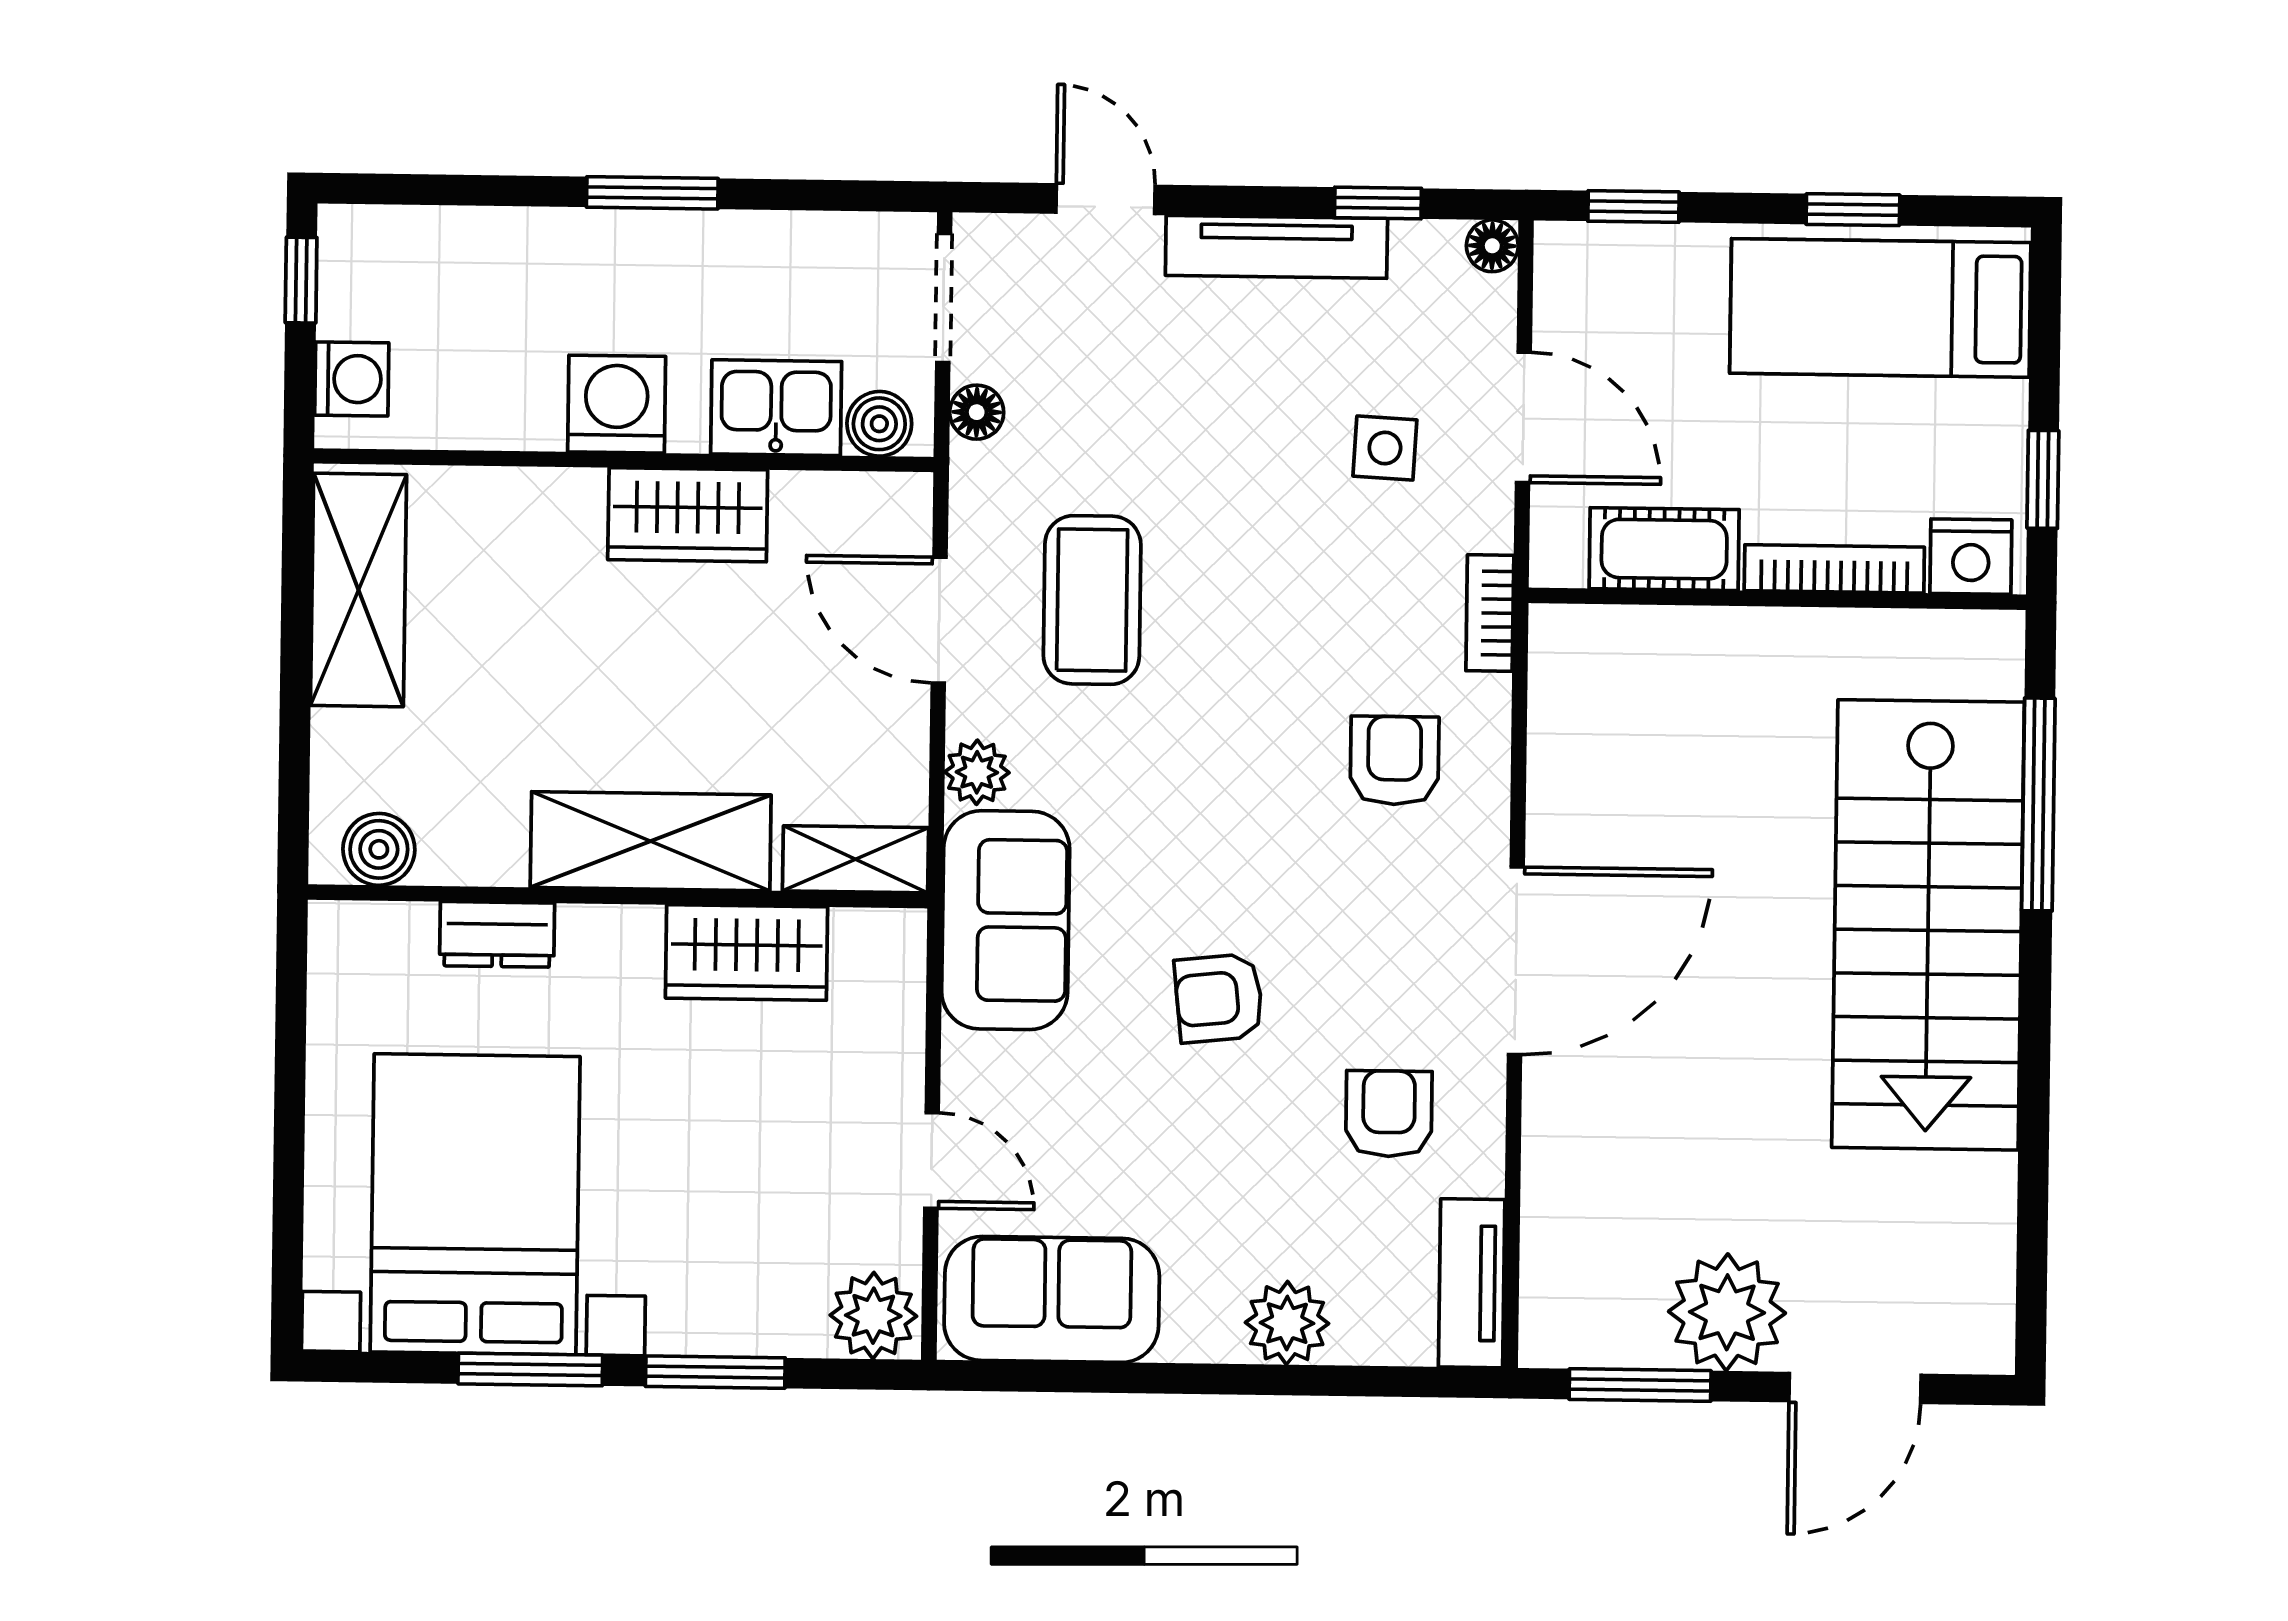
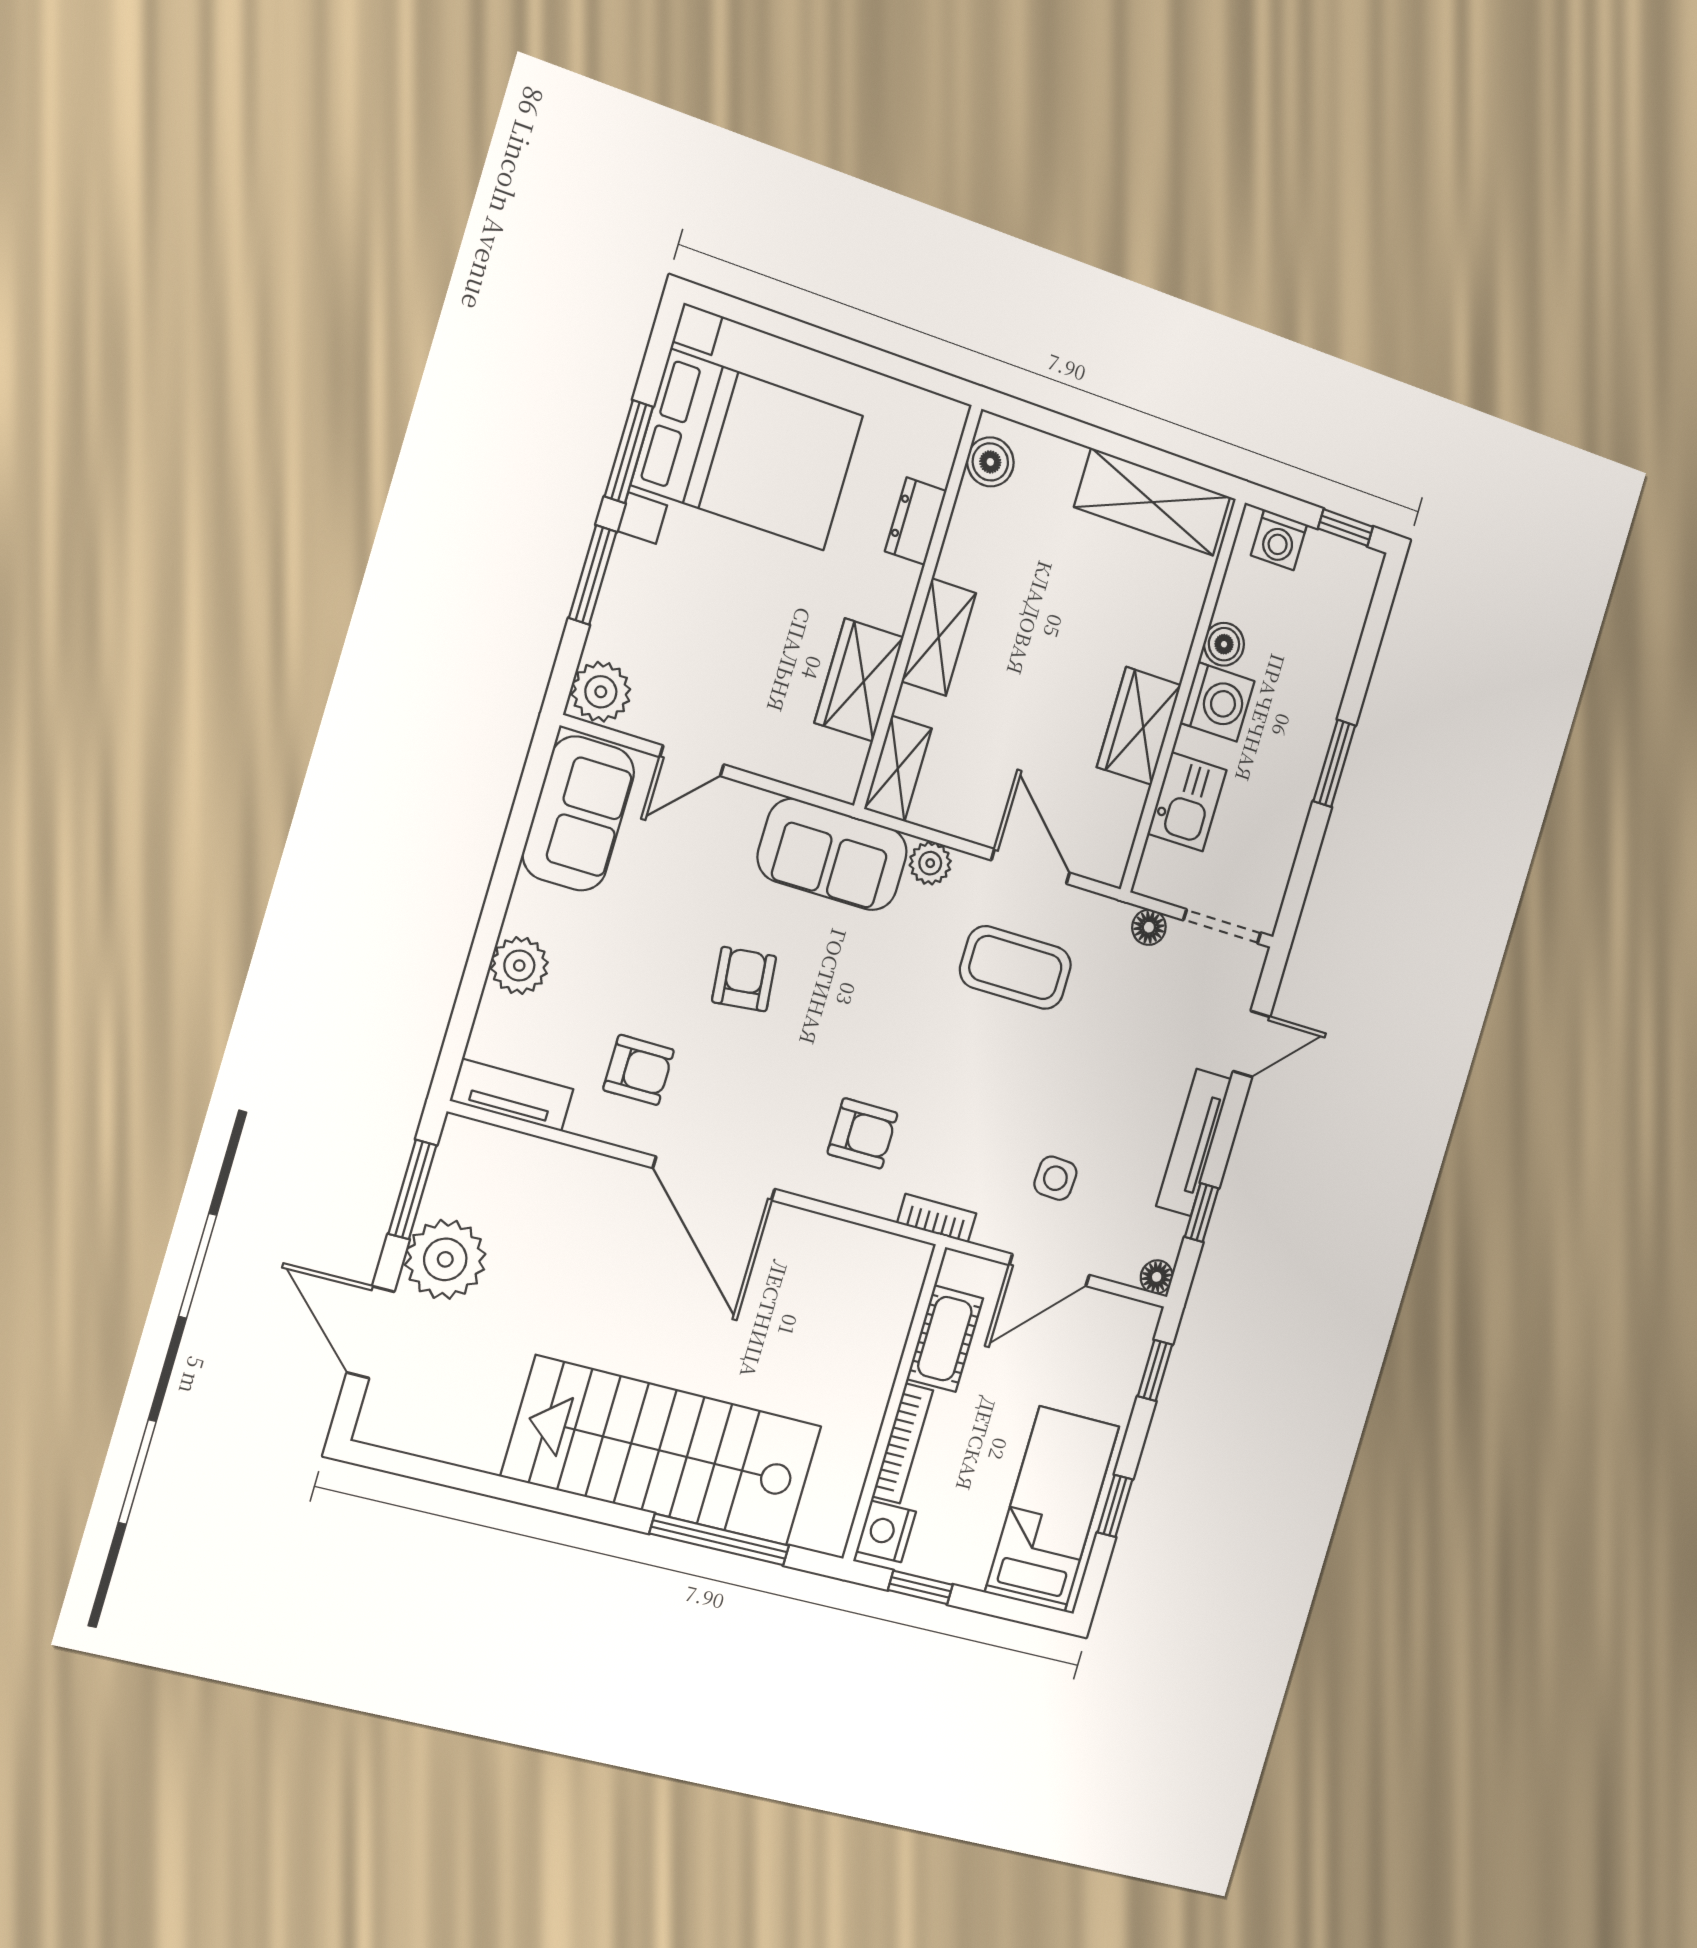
boiler: (879, 424) -> (1224, 644), moved
door: (939, 620) -> (1031, 867), hinge flipped
shelving: (651, 841) -> (939, 637), width x0.67, depth x0.75

